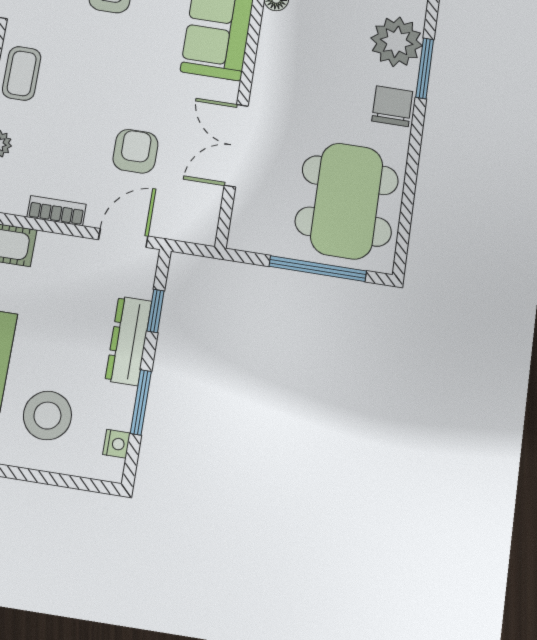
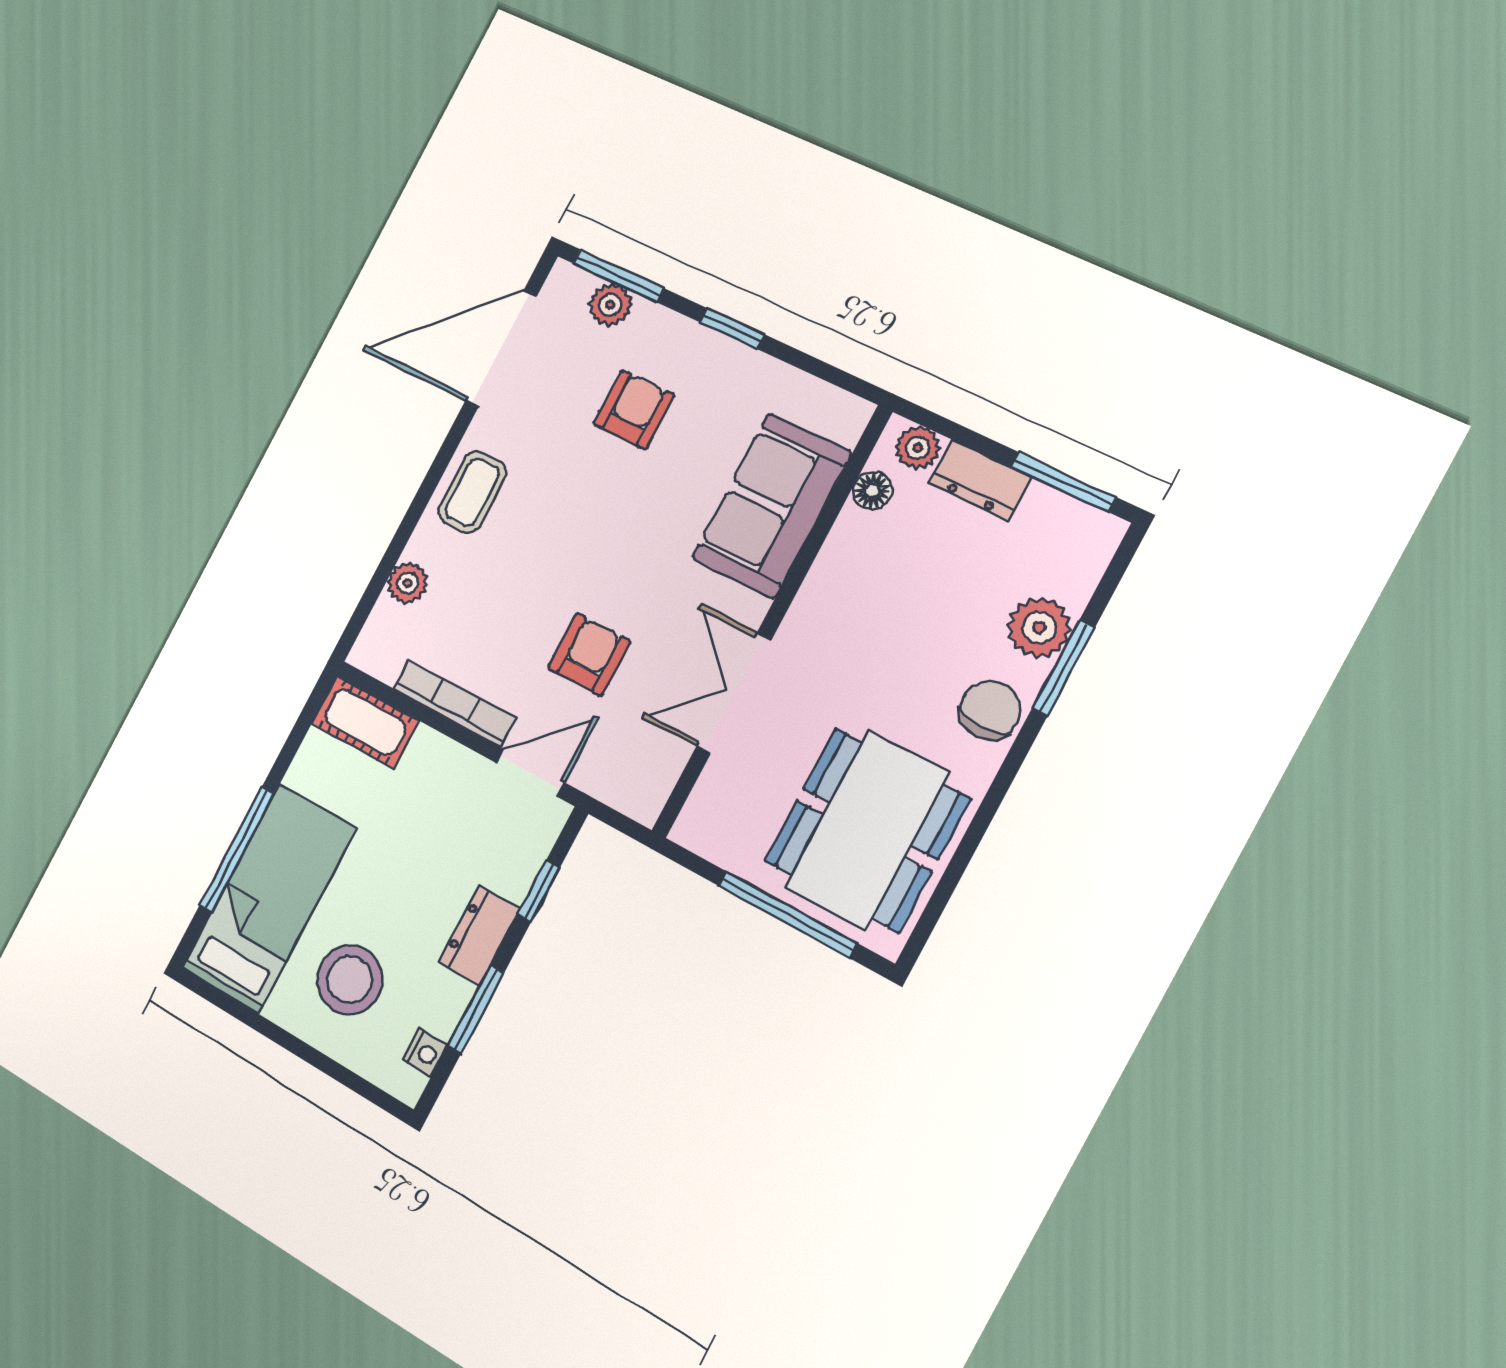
plant: (397, 42) -> (1039, 628), width x0.73, depth x0.73
bookcase: (57, 211) -> (454, 703), width x1.56
dresser: (128, 341) -> (479, 936), width x0.70

